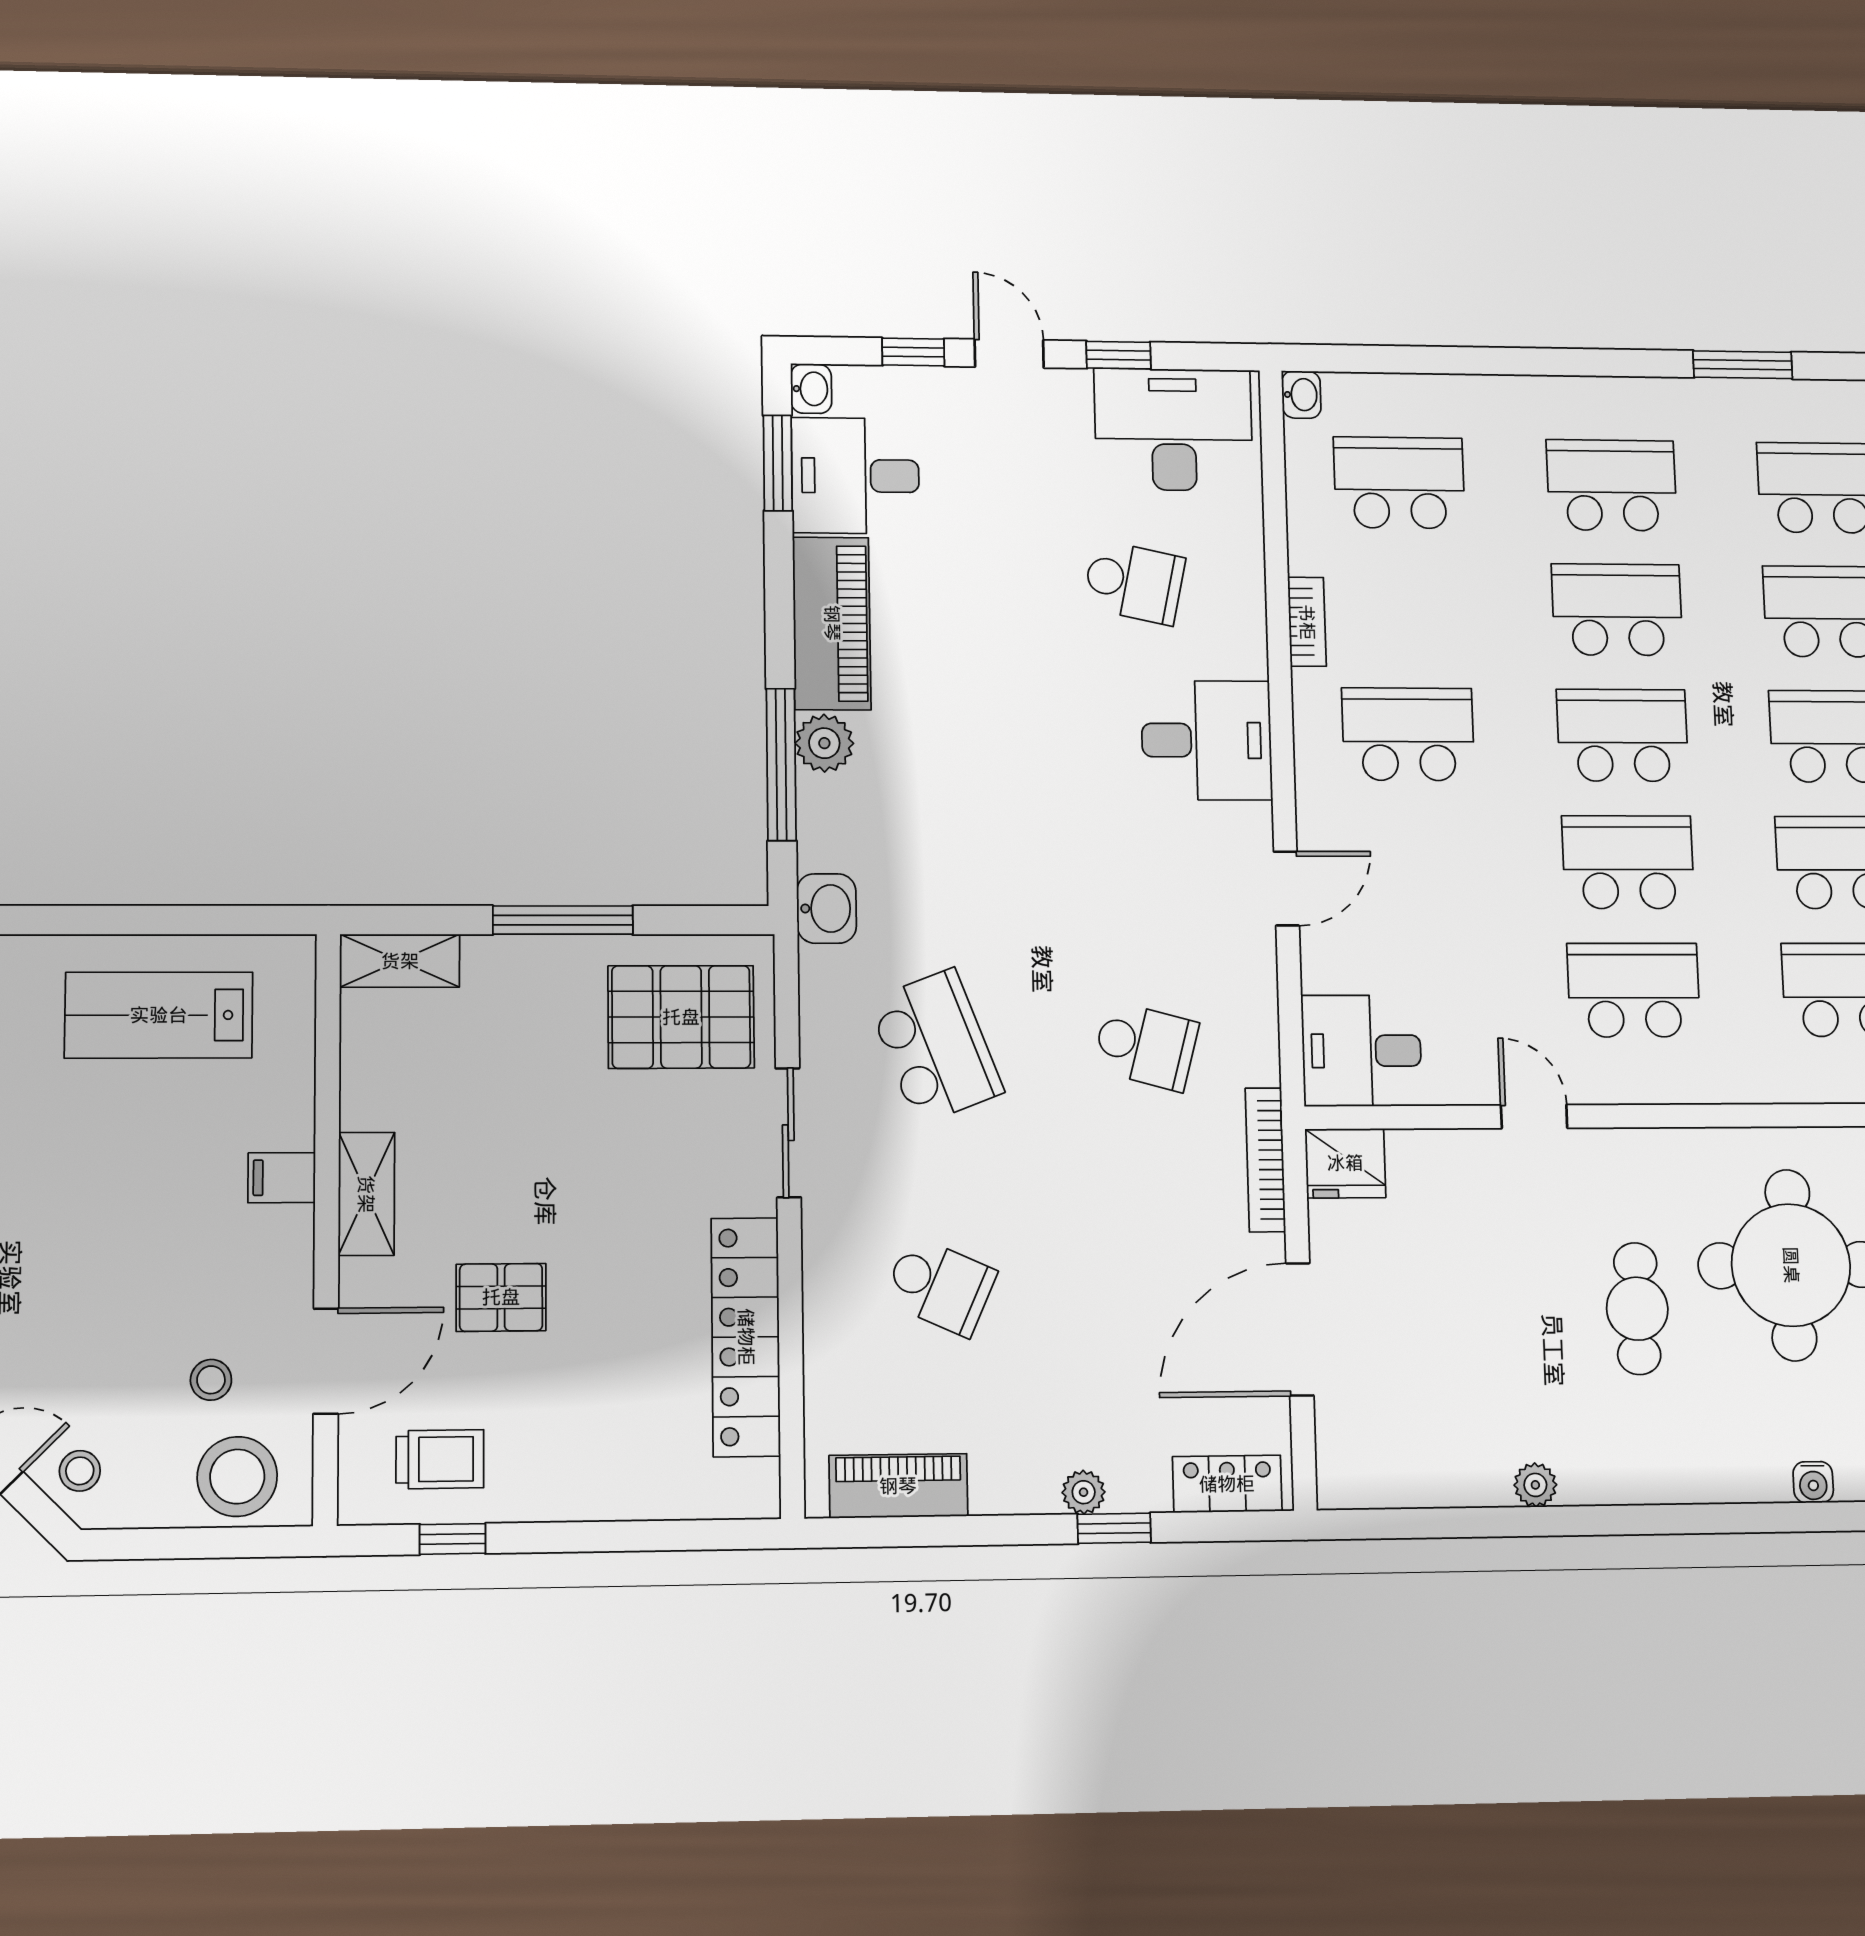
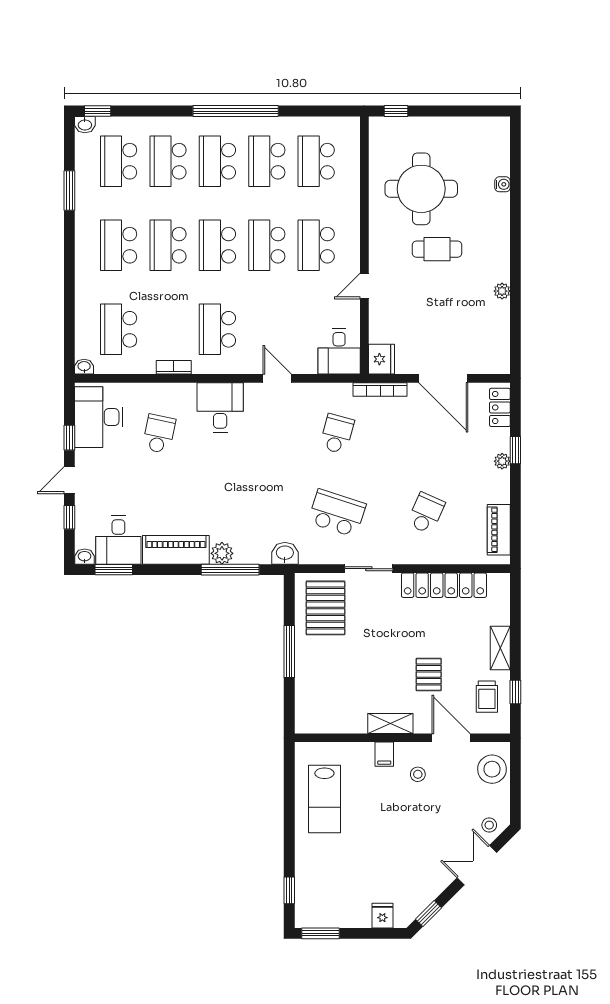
shelving: (400, 961) -> (500, 648), moved
school desk: (936, 1047) -> (337, 513), turned 39
stool: (211, 1380) -> (418, 774), moved
trolley: (440, 1459) -> (487, 697), turned 180

